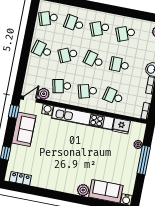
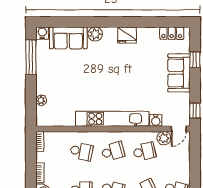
fridge: (121, 126) -> (127, 35), moved, turned 180
sofa: (24, 129) -> (179, 73), moved
window: (144, 160) -> (31, 57), moved

